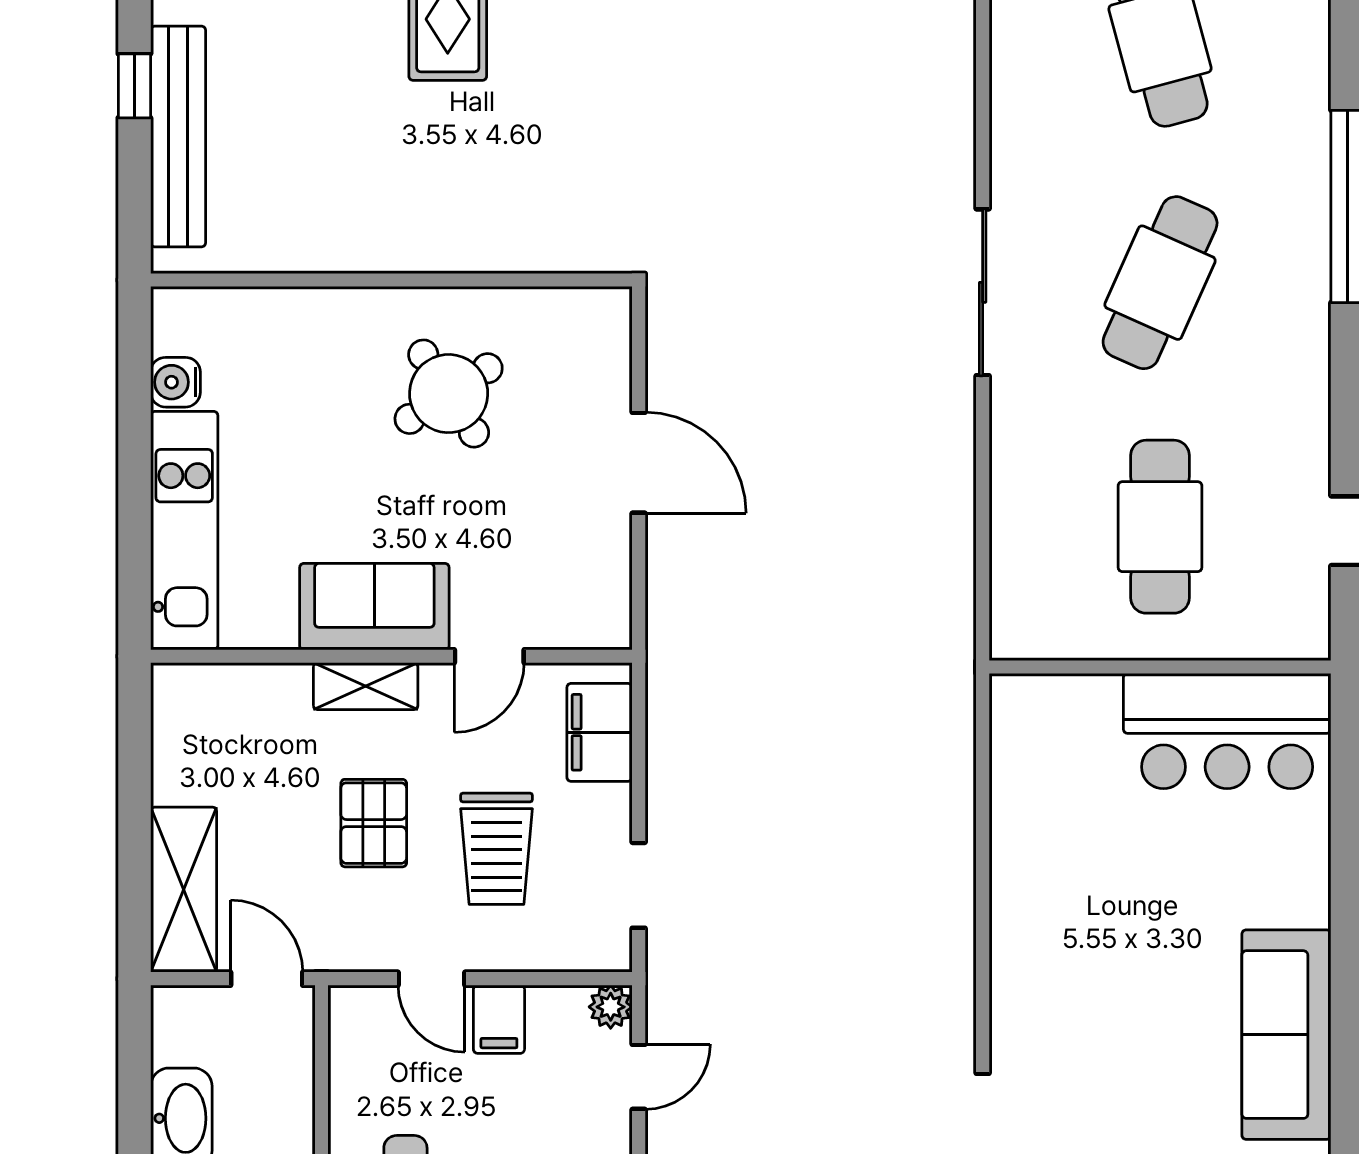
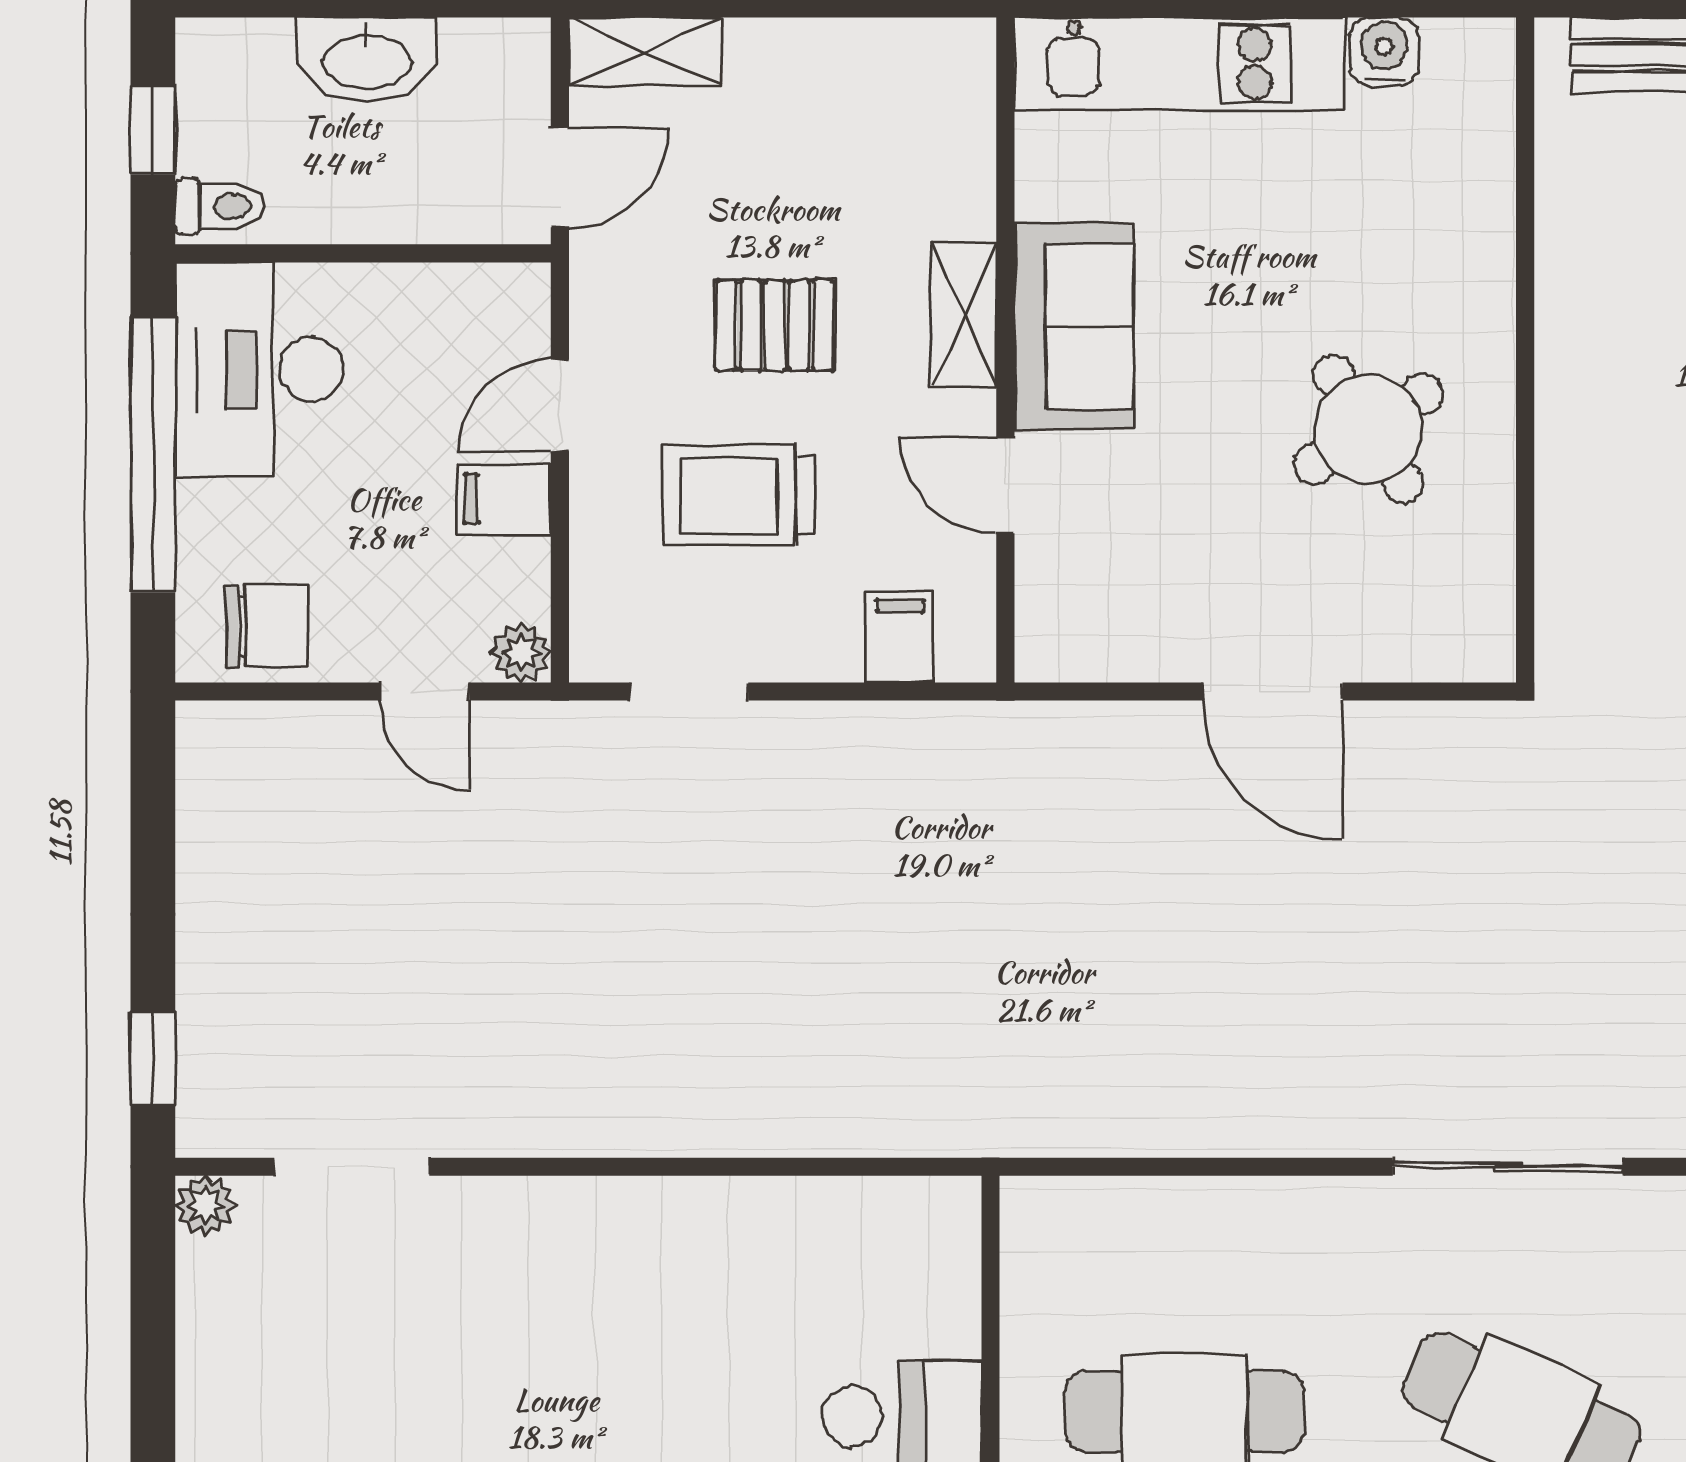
door: (639, 463) -> (1273, 691), hinge flipped
filing cabinet: (600, 732) -> (900, 637), width x0.50
shelving: (184, 890) -> (645, 51), width x0.67, depth x0.75

